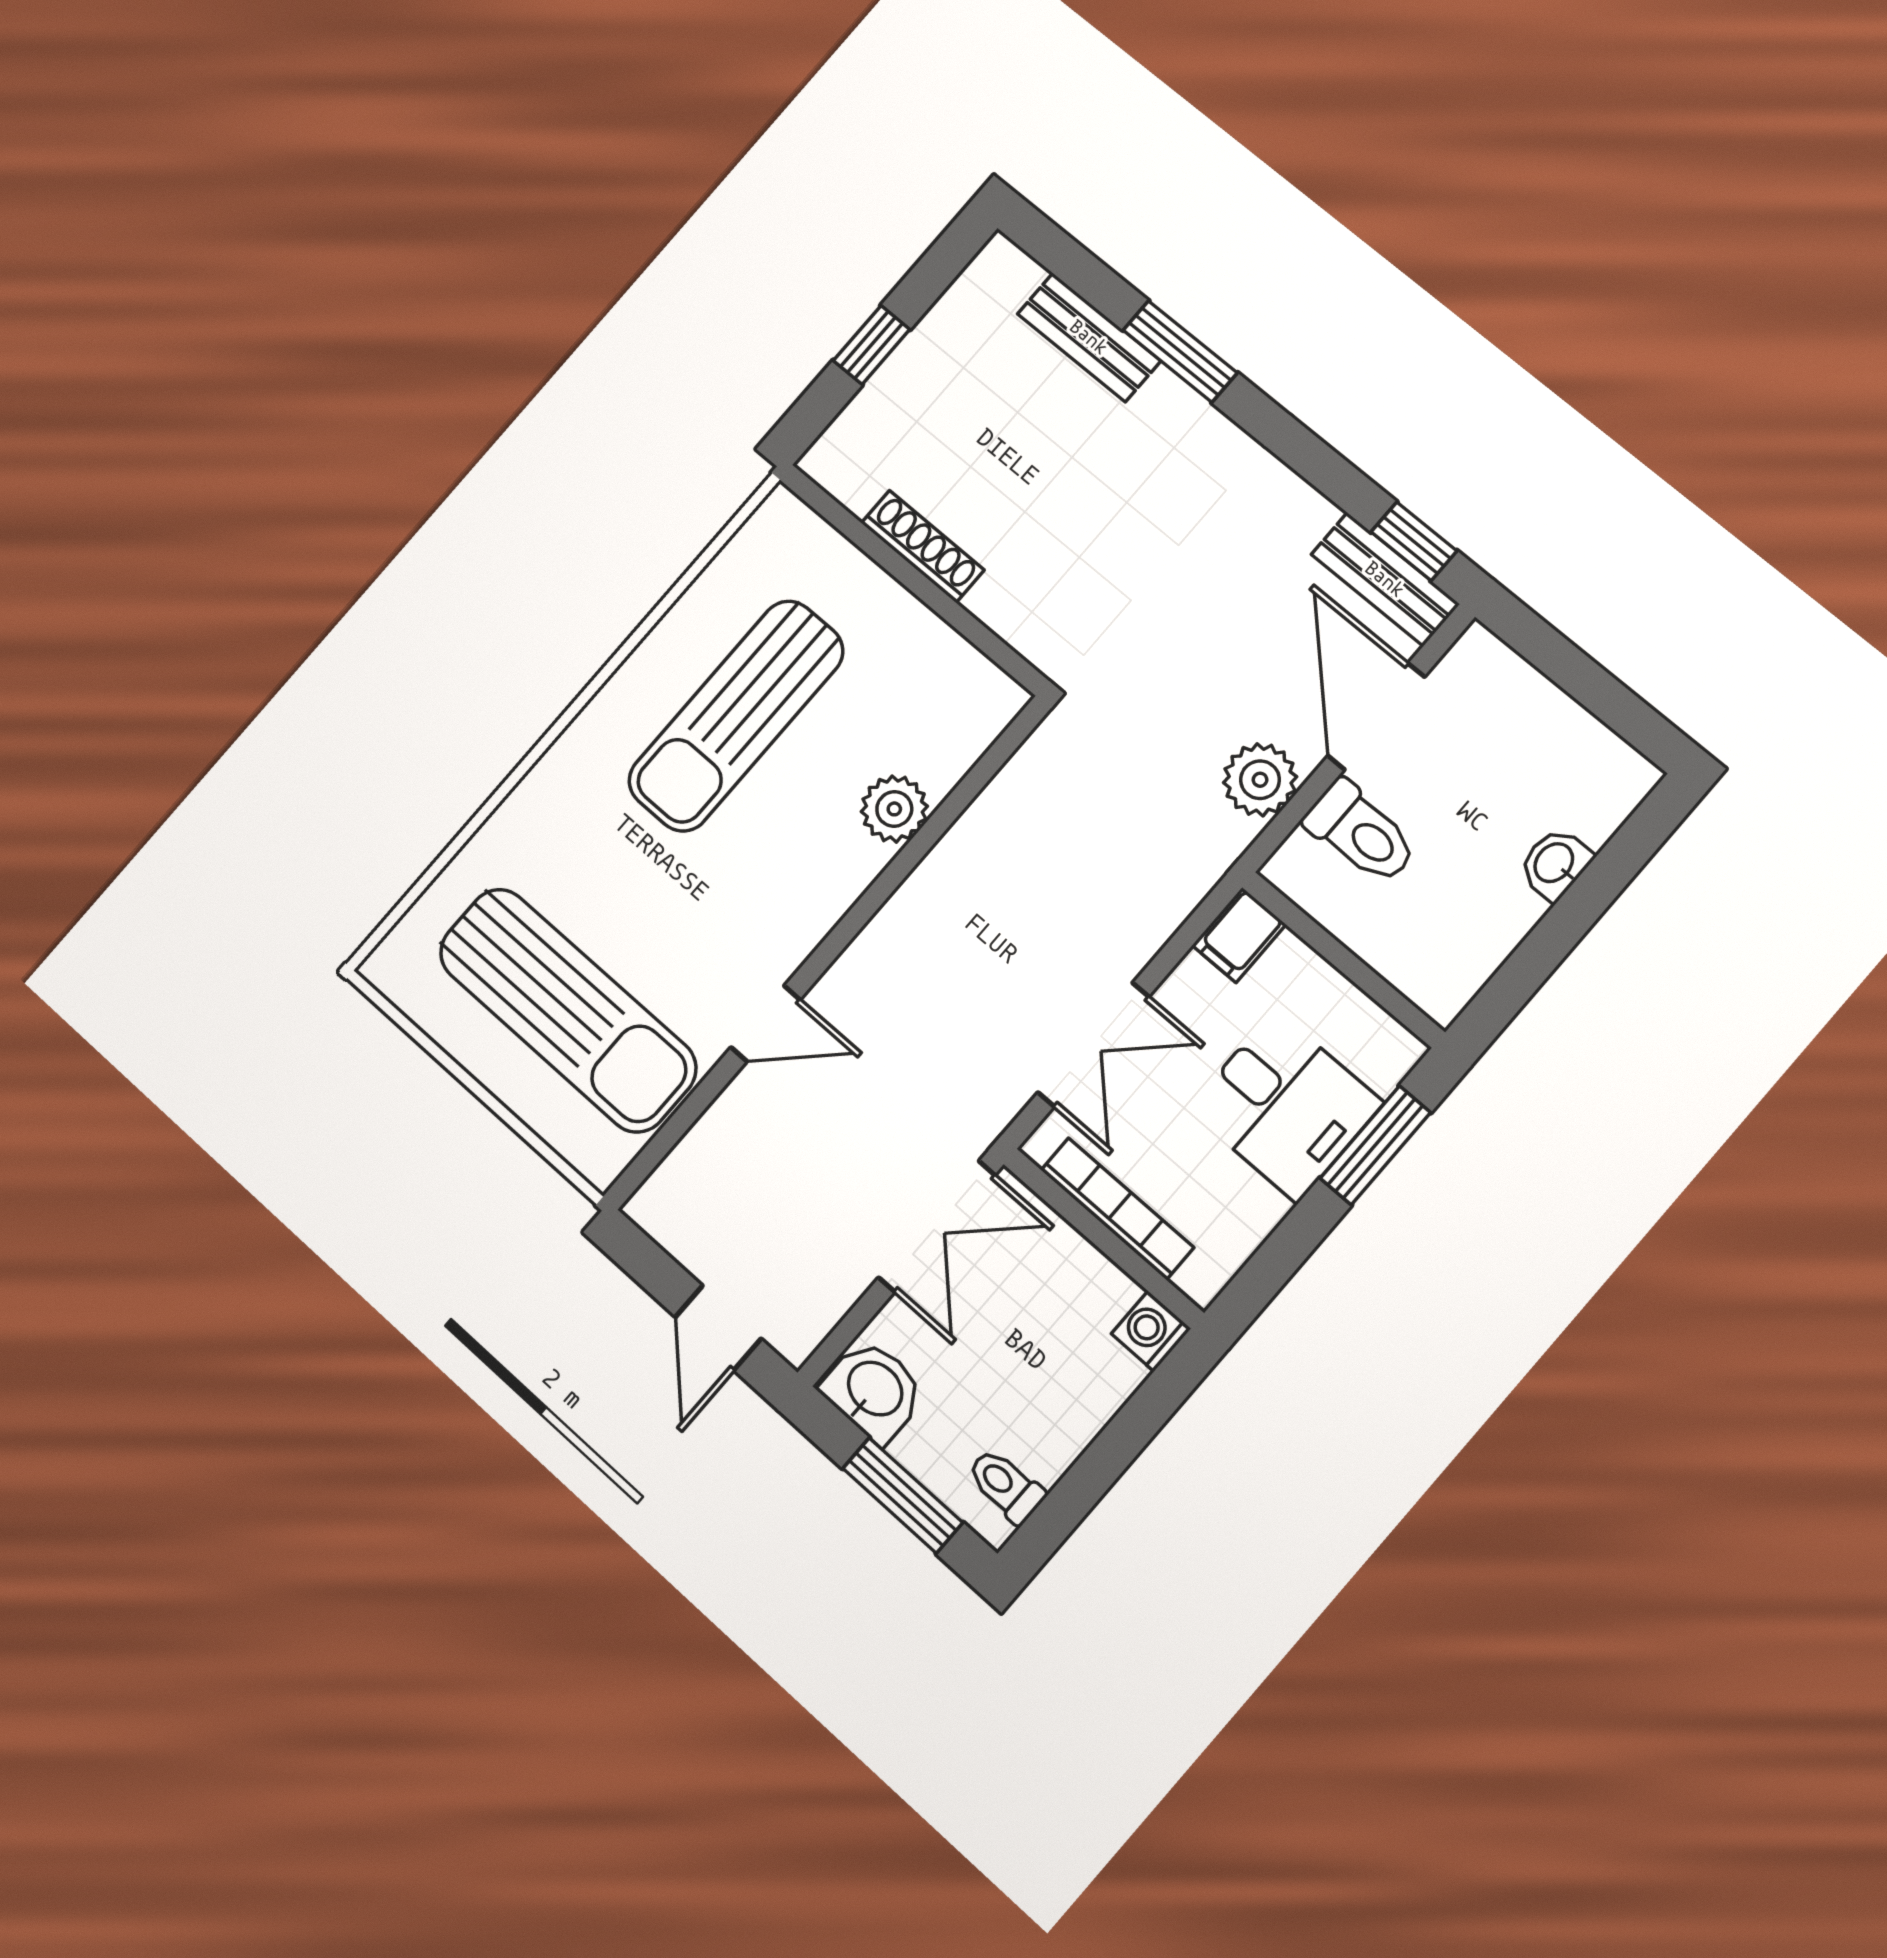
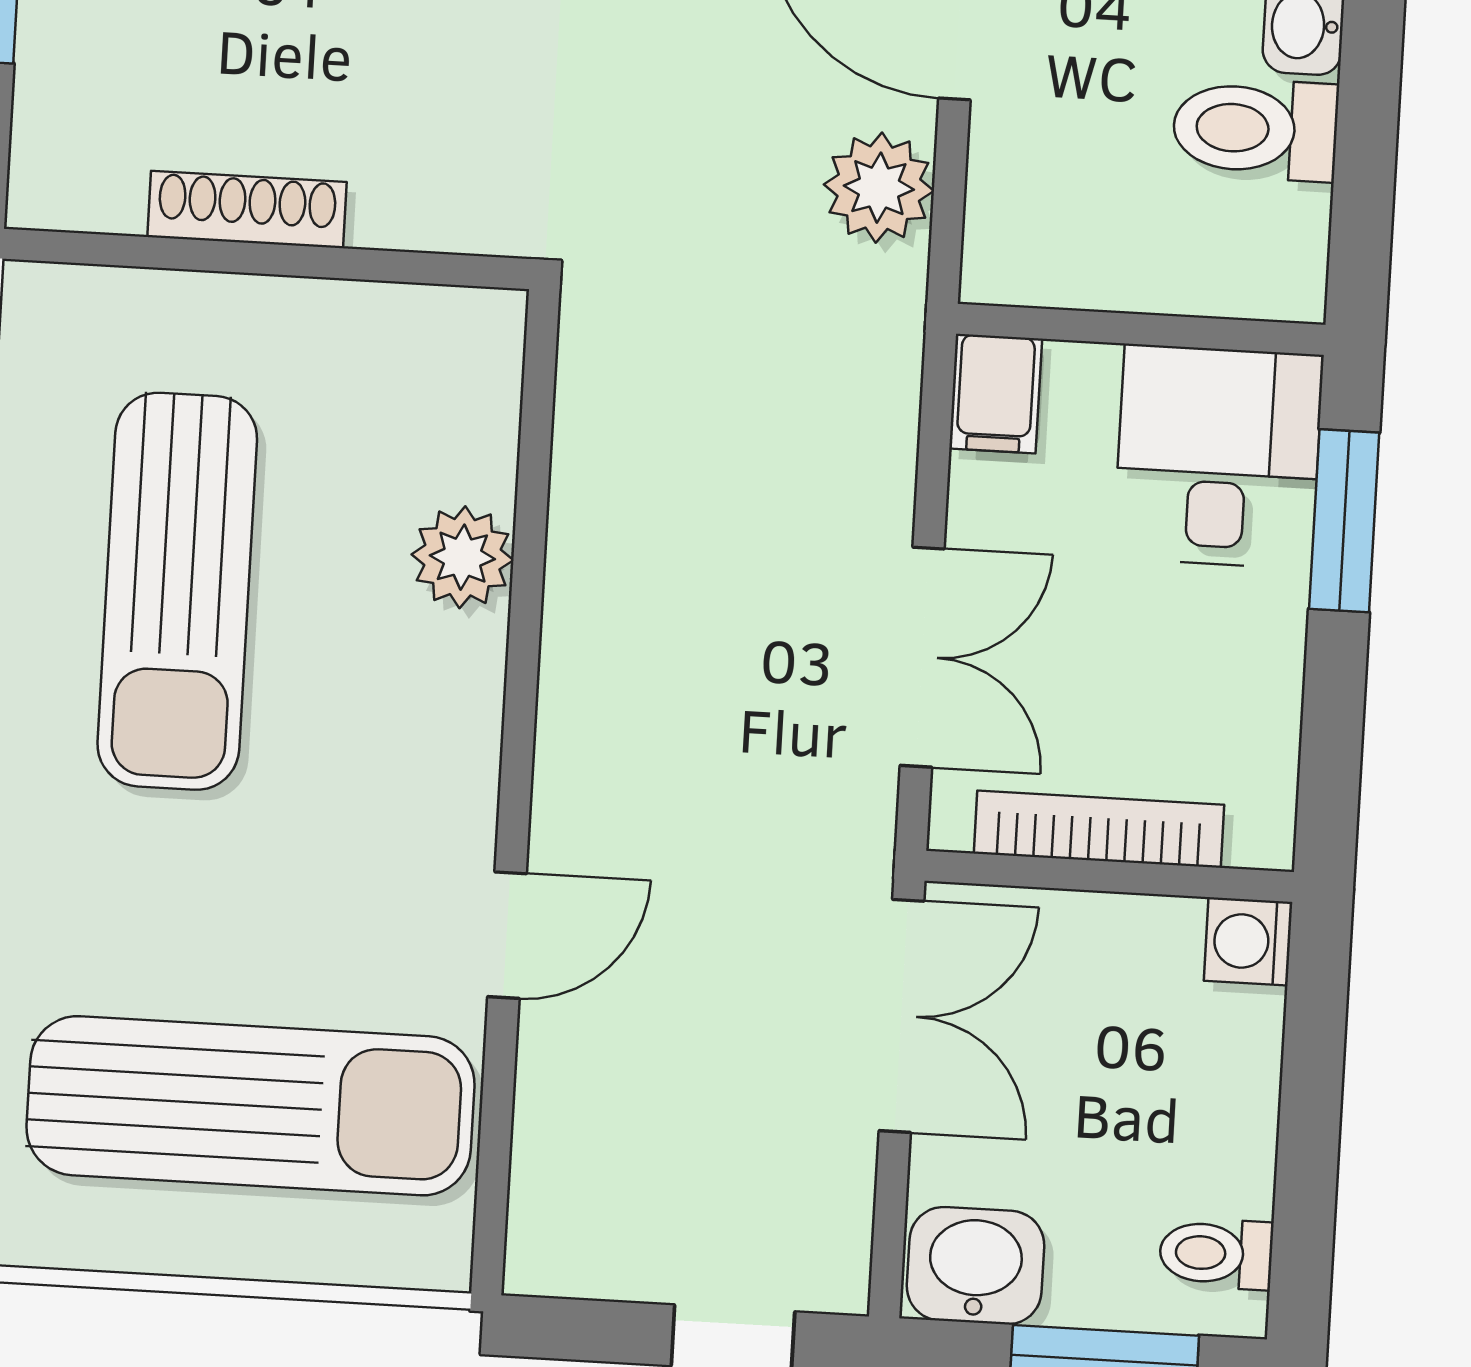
toilet: (1361, 833) -> (1255, 129), moved, turned 180
desk: (1286, 1106) -> (1218, 456), moved, turned -90

